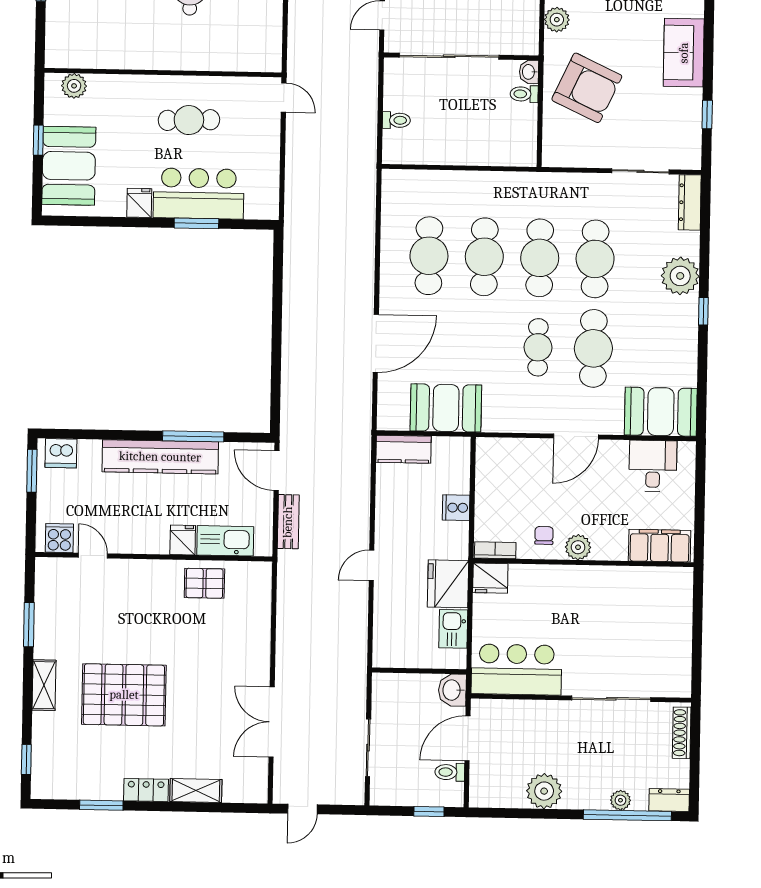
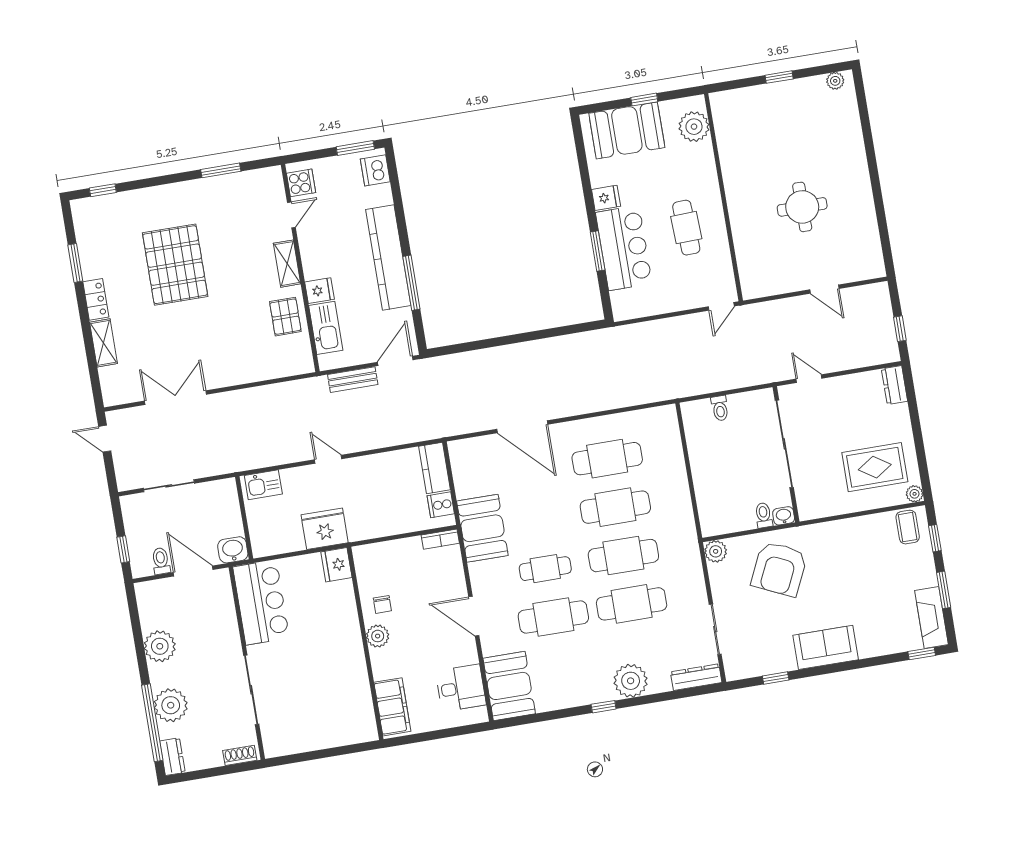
plant: (557, 20) -> (716, 551), moved
plant: (74, 86) -> (694, 127), width x1.36, depth x1.36
booth: (446, 408) -> (482, 528), moved
cooker: (456, 508) -> (441, 505), moved, turned -90
chair: (544, 535) -> (382, 604), turned 90
bookcase: (495, 550) -> (440, 539), moved, turned 90
kitchen sink: (453, 629) -> (263, 485), moved, turned 180
shelving: (44, 685) -> (287, 264), moved, turned 90
shoe rack: (682, 733) -> (240, 755), width x0.70
plant: (620, 800) -> (171, 705), width x1.88, depth x1.88

